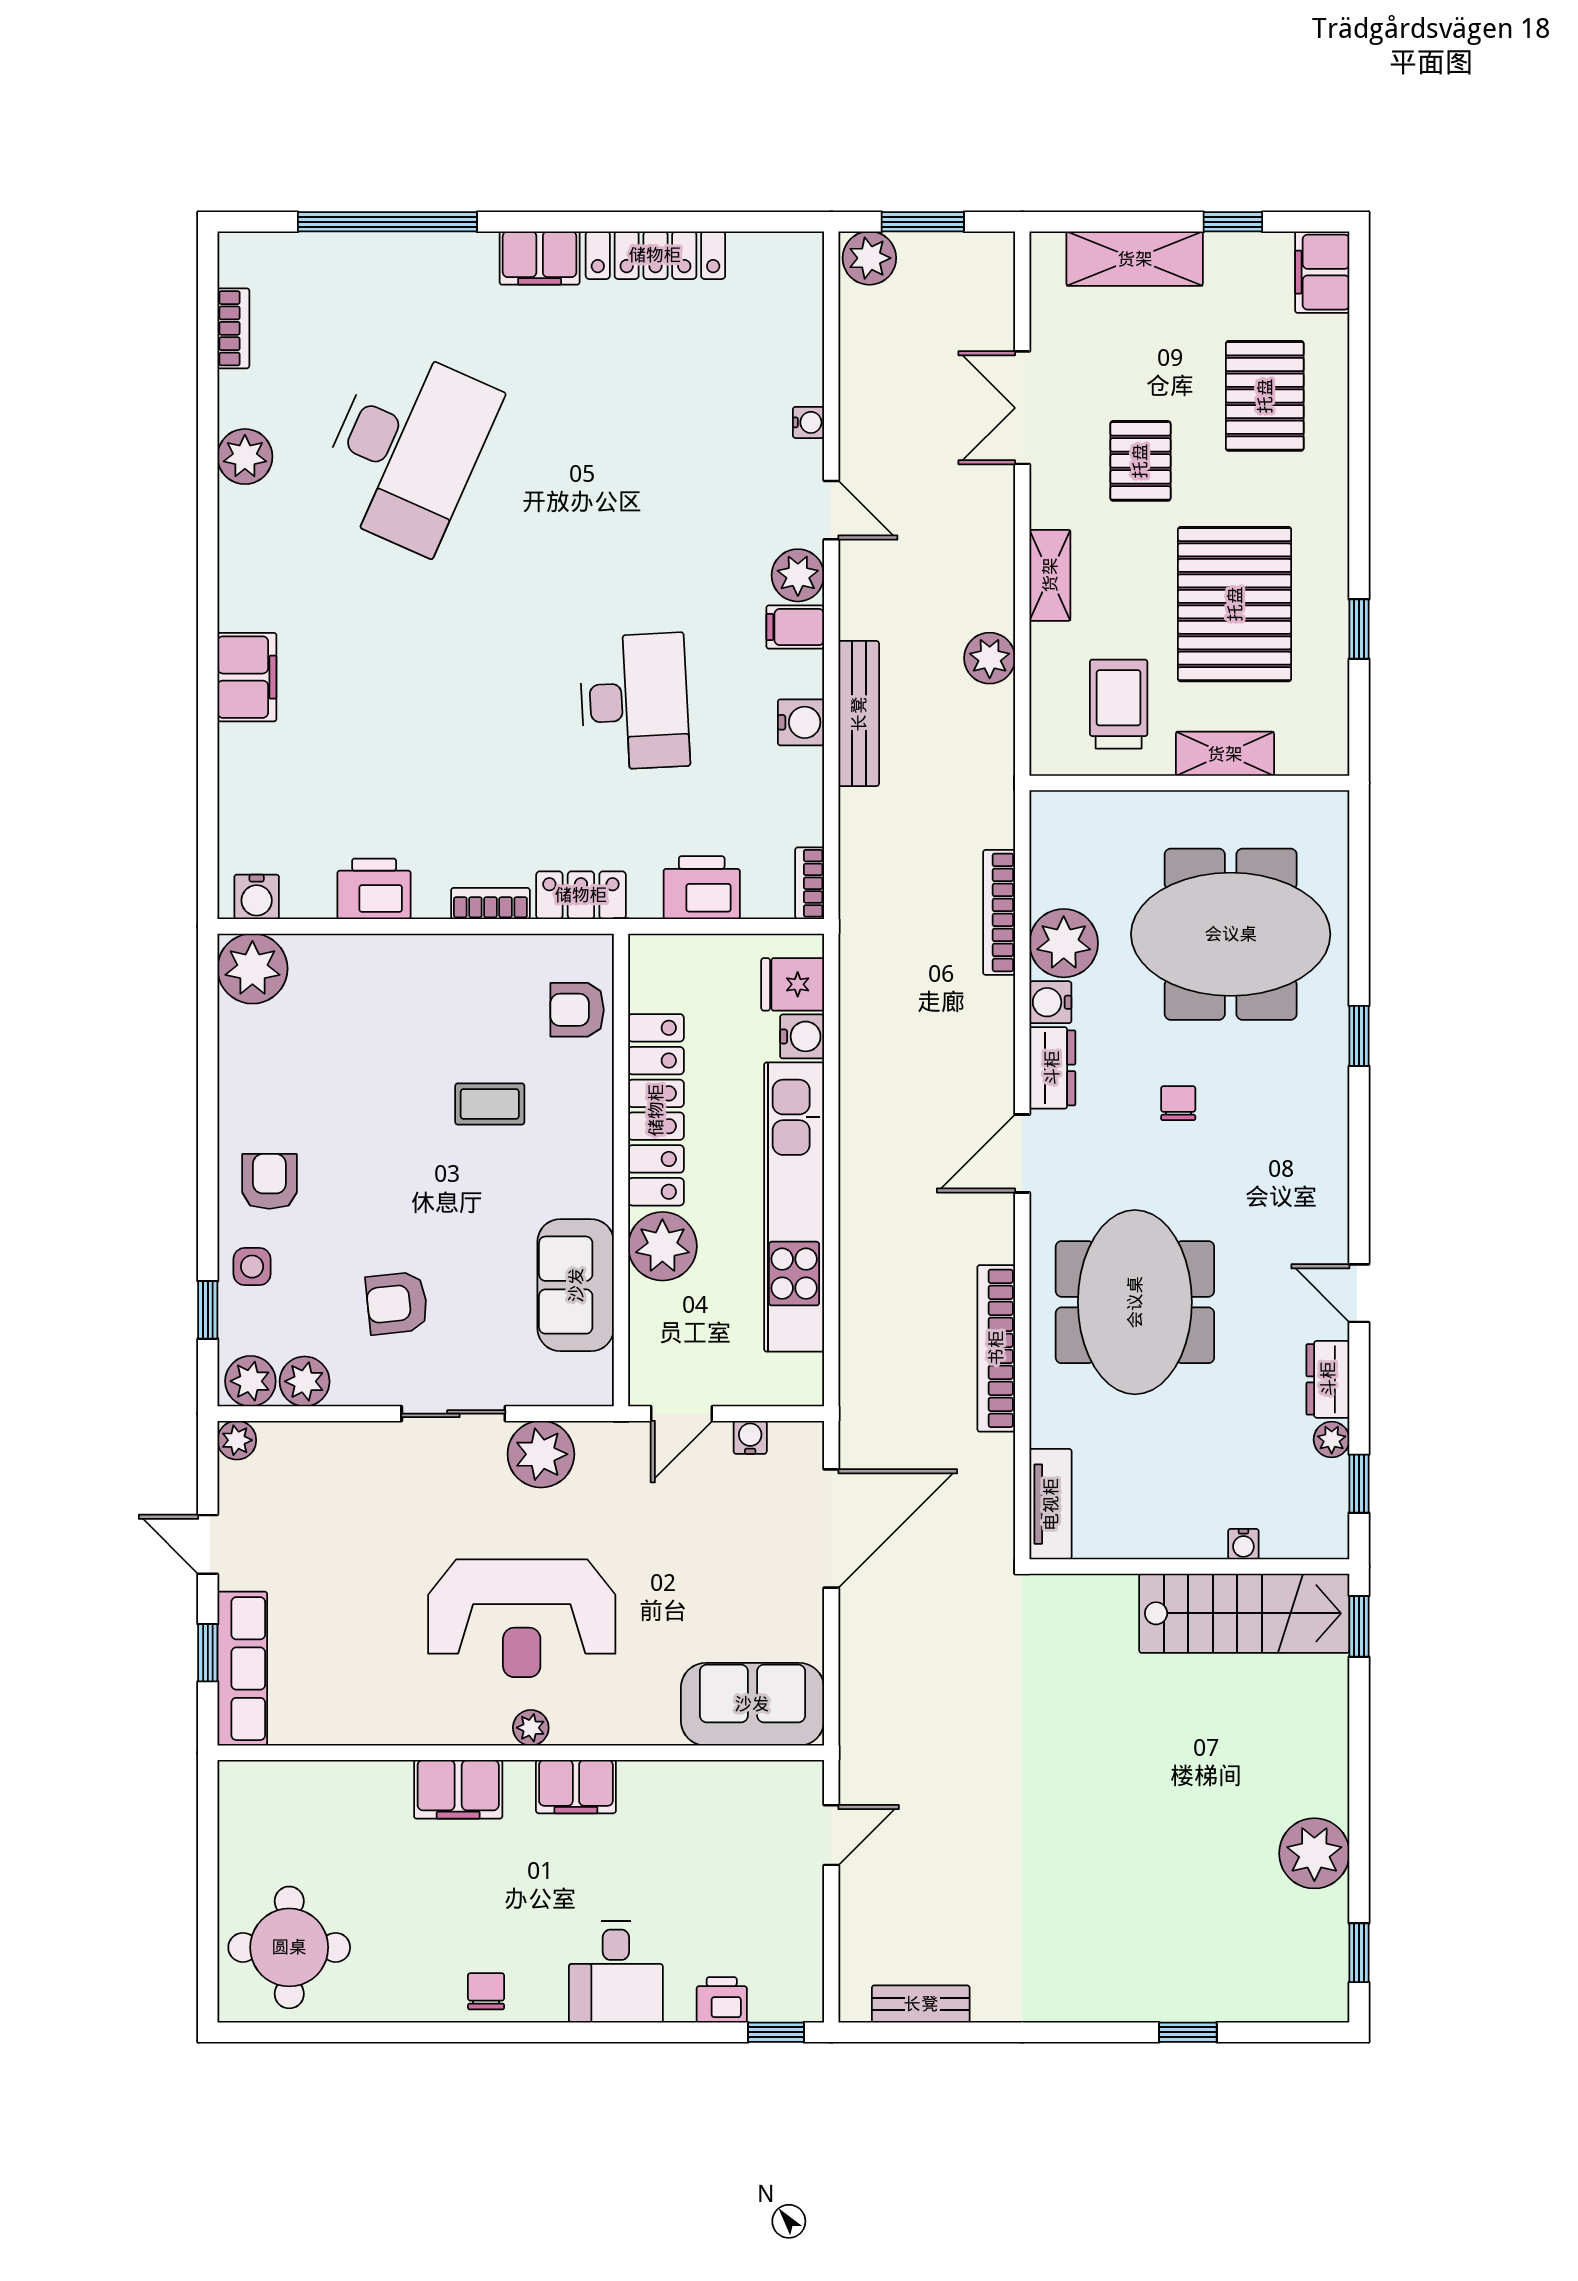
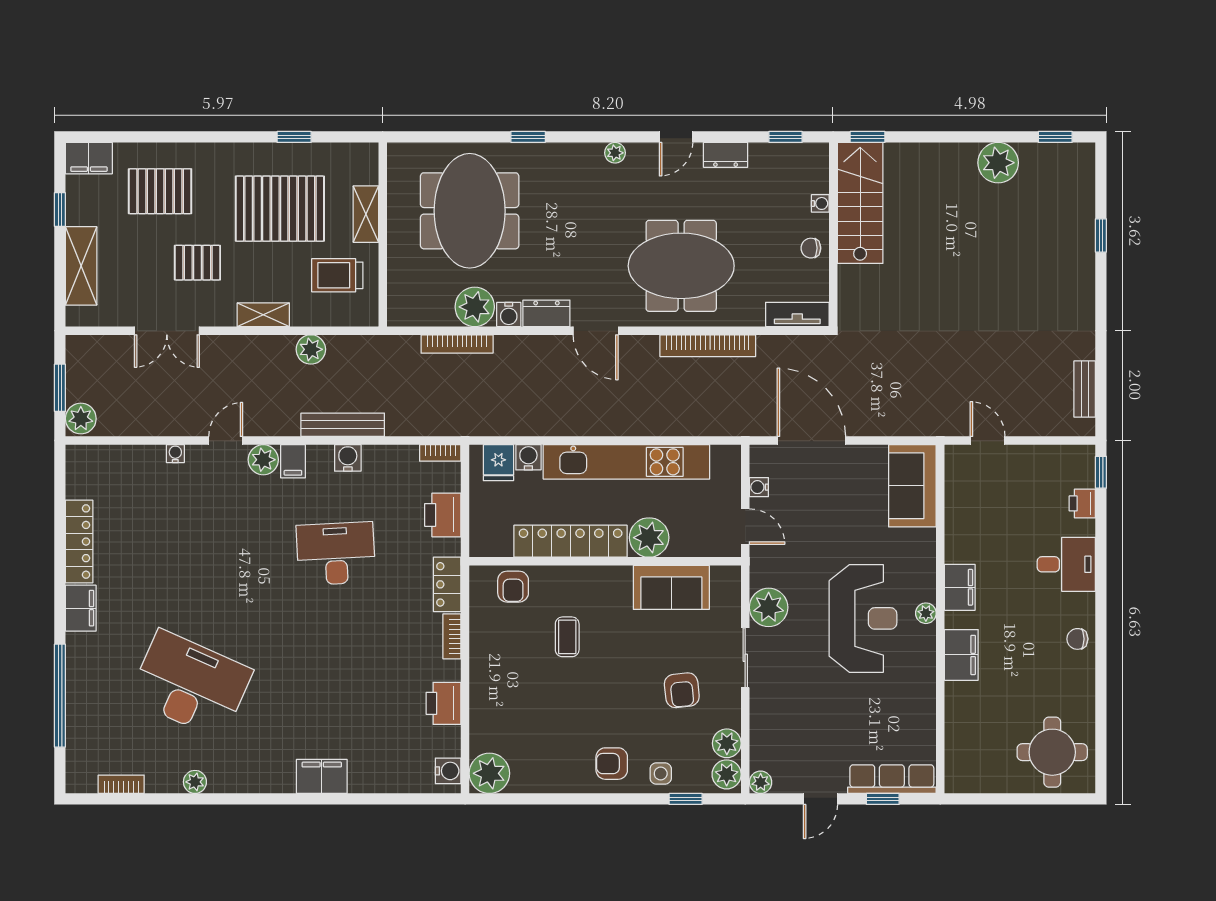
plant: (245, 457) -> (195, 782), width x0.73, depth x0.73
chair: (1178, 1103) -> (811, 248), moved
plant: (1332, 1440) -> (615, 153), moved

